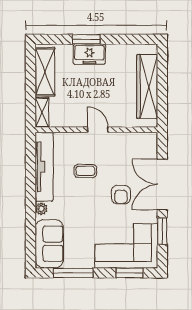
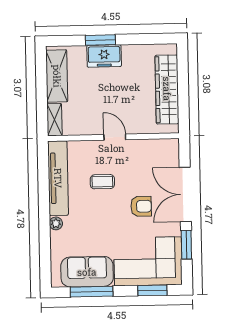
armchair: (121, 195) -> (141, 206), turned -90
sofa: (49, 244) -> (87, 272), moved, turned -90

